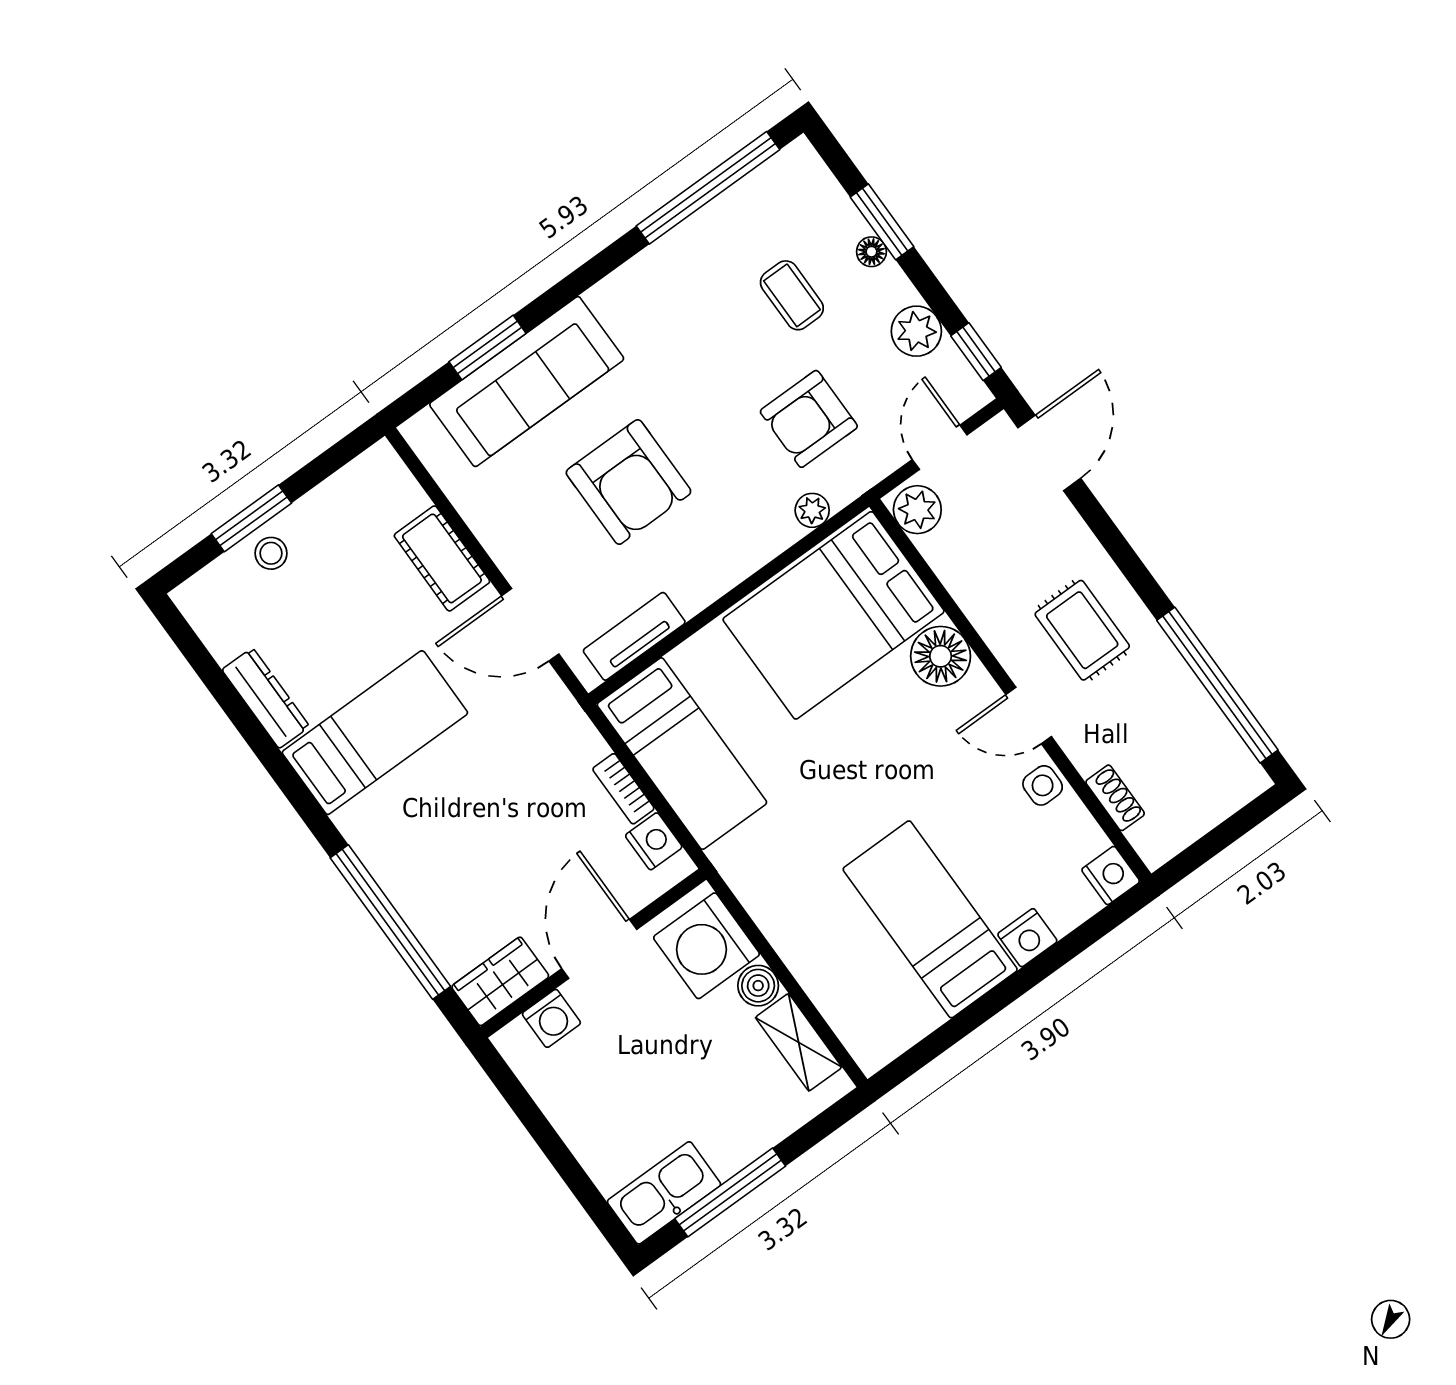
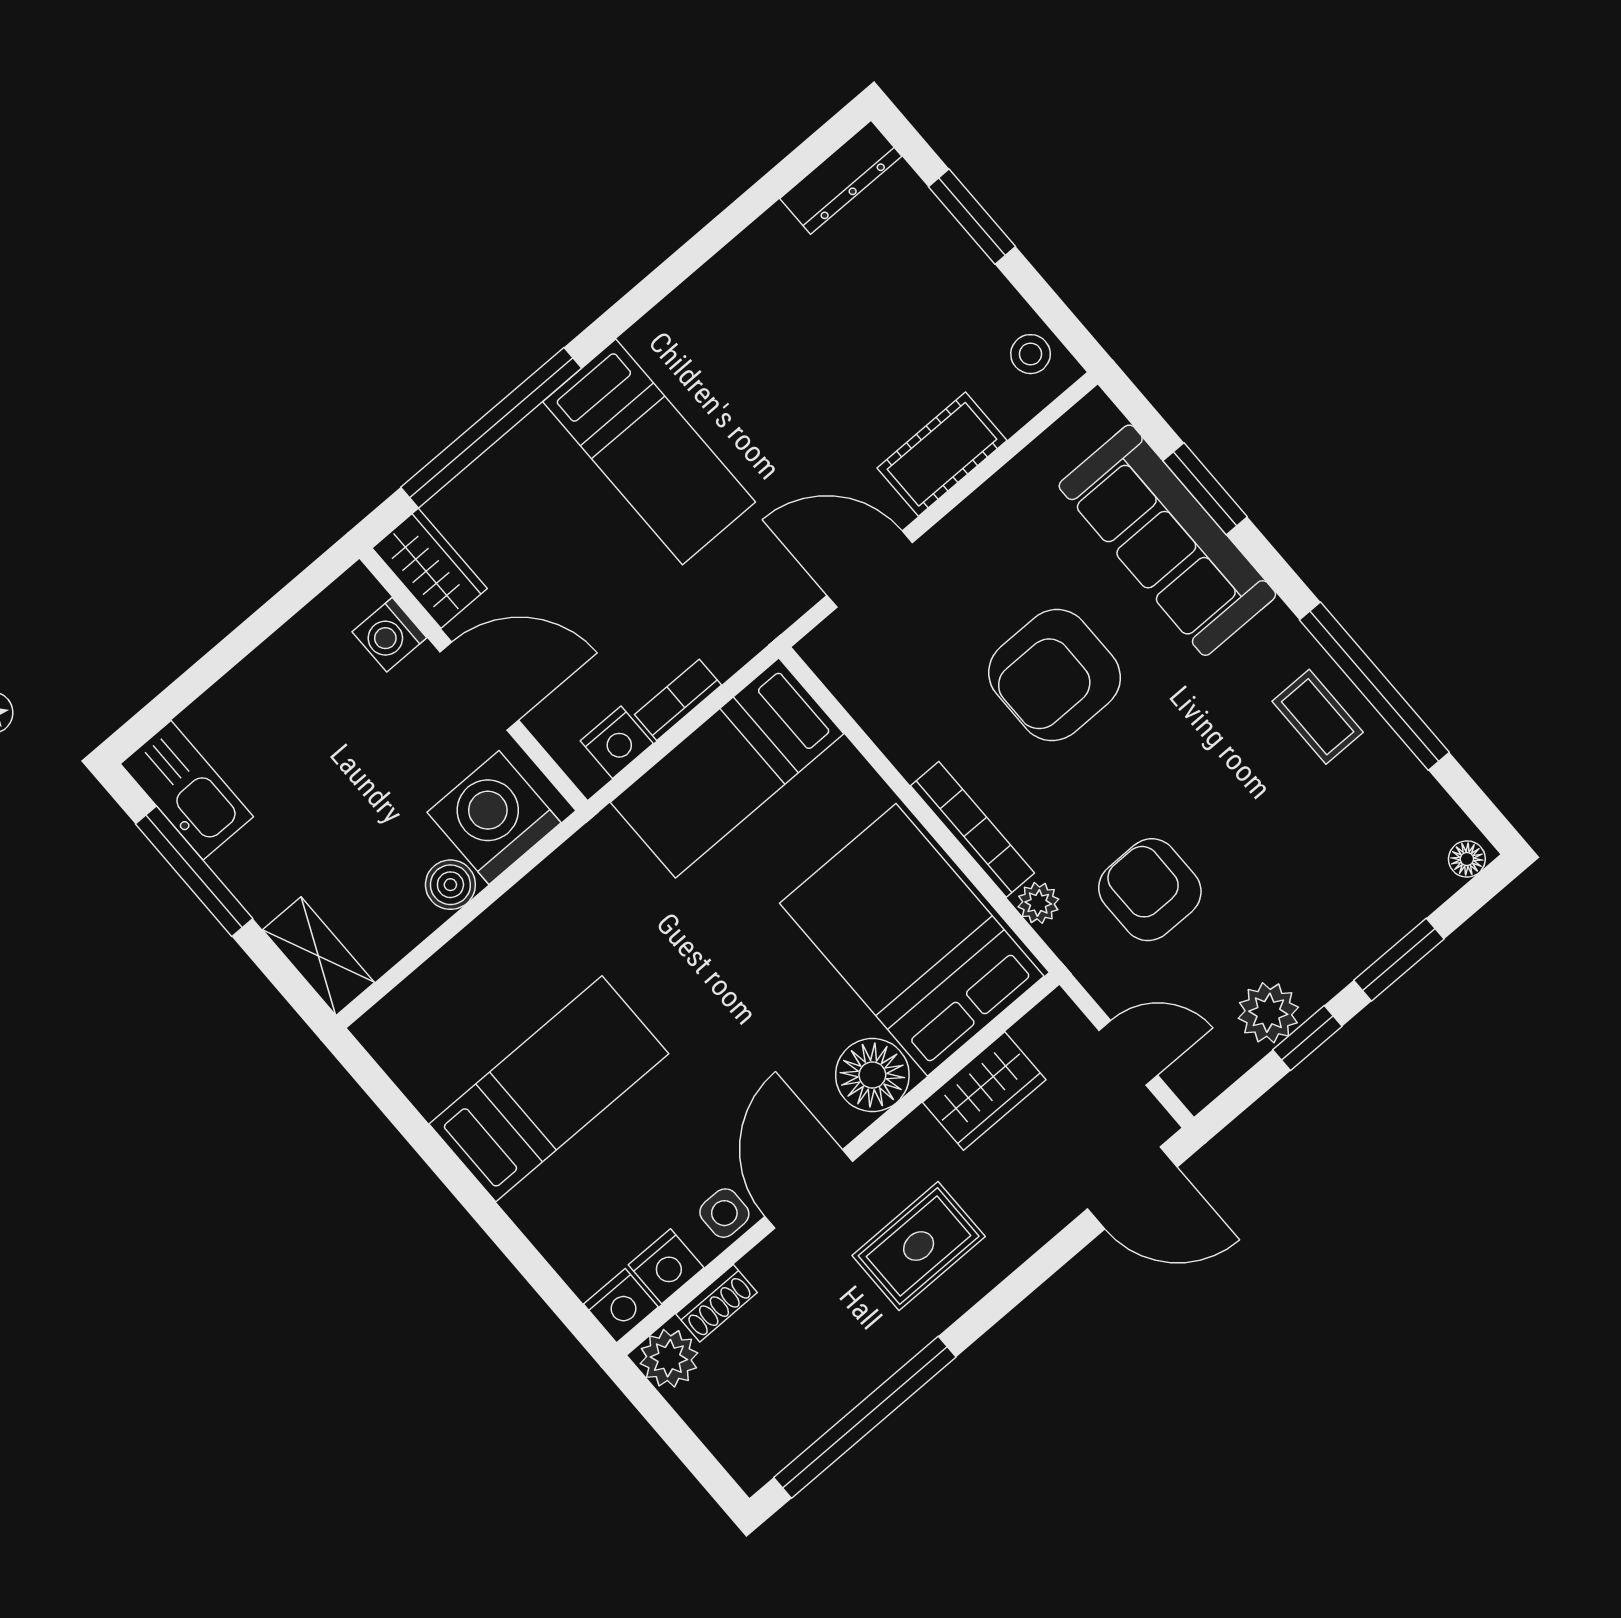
window: (708, 188) -> (1374, 686), moved
floor lamp: (871, 252) -> (1467, 859), moved
coffee table: (792, 295) -> (1318, 717), moved, turned 90
window: (976, 352) -> (1307, 1038), moved
plant: (917, 510) -> (669, 1358), moved
stool: (271, 553) -> (1031, 354), moved
bookcase: (748, 559) -> (972, 829), added
wardrobe: (961, 567) -> (984, 1091), added
door: (530, 625) -> (870, 569), hinge flipped
tv unit: (634, 636) -> (866, 698), removed
dresser: (266, 698) -> (841, 177), moved
door: (1029, 716) -> (809, 1189), width x1.38
bed: (375, 733) -> (649, 452), moved
nightstand: (1027, 938) -> (666, 1266), moved, turned -90
shelving: (799, 1042) -> (318, 956), moved, turned 90

